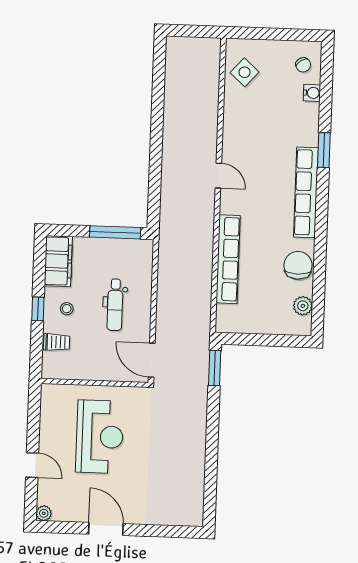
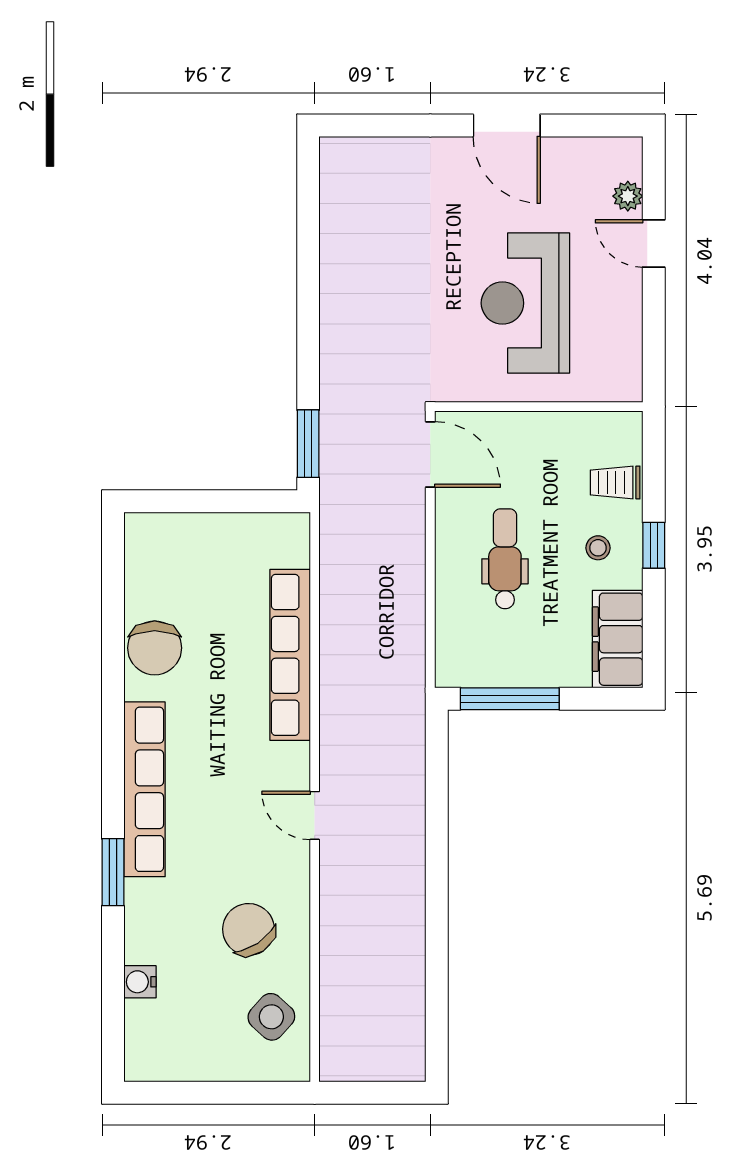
chair: (303, 65) -> (249, 929), moved, width x1.87, depth x1.87
plant: (303, 306) -> (142, 570), removed
plant: (44, 513) -> (628, 196), moved

